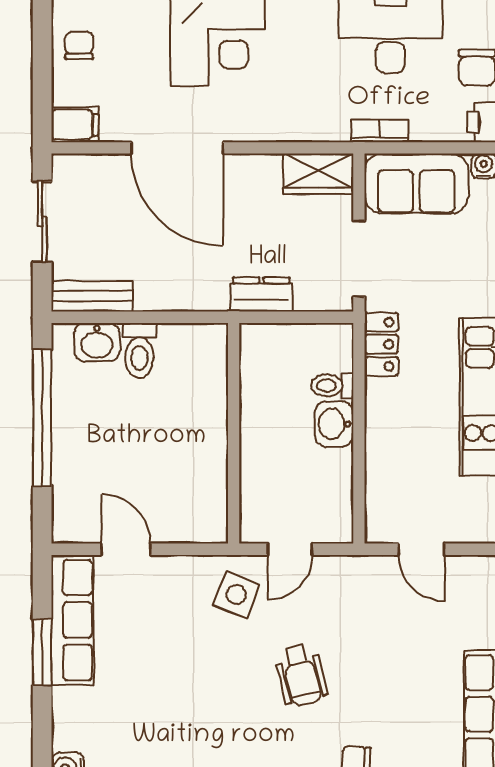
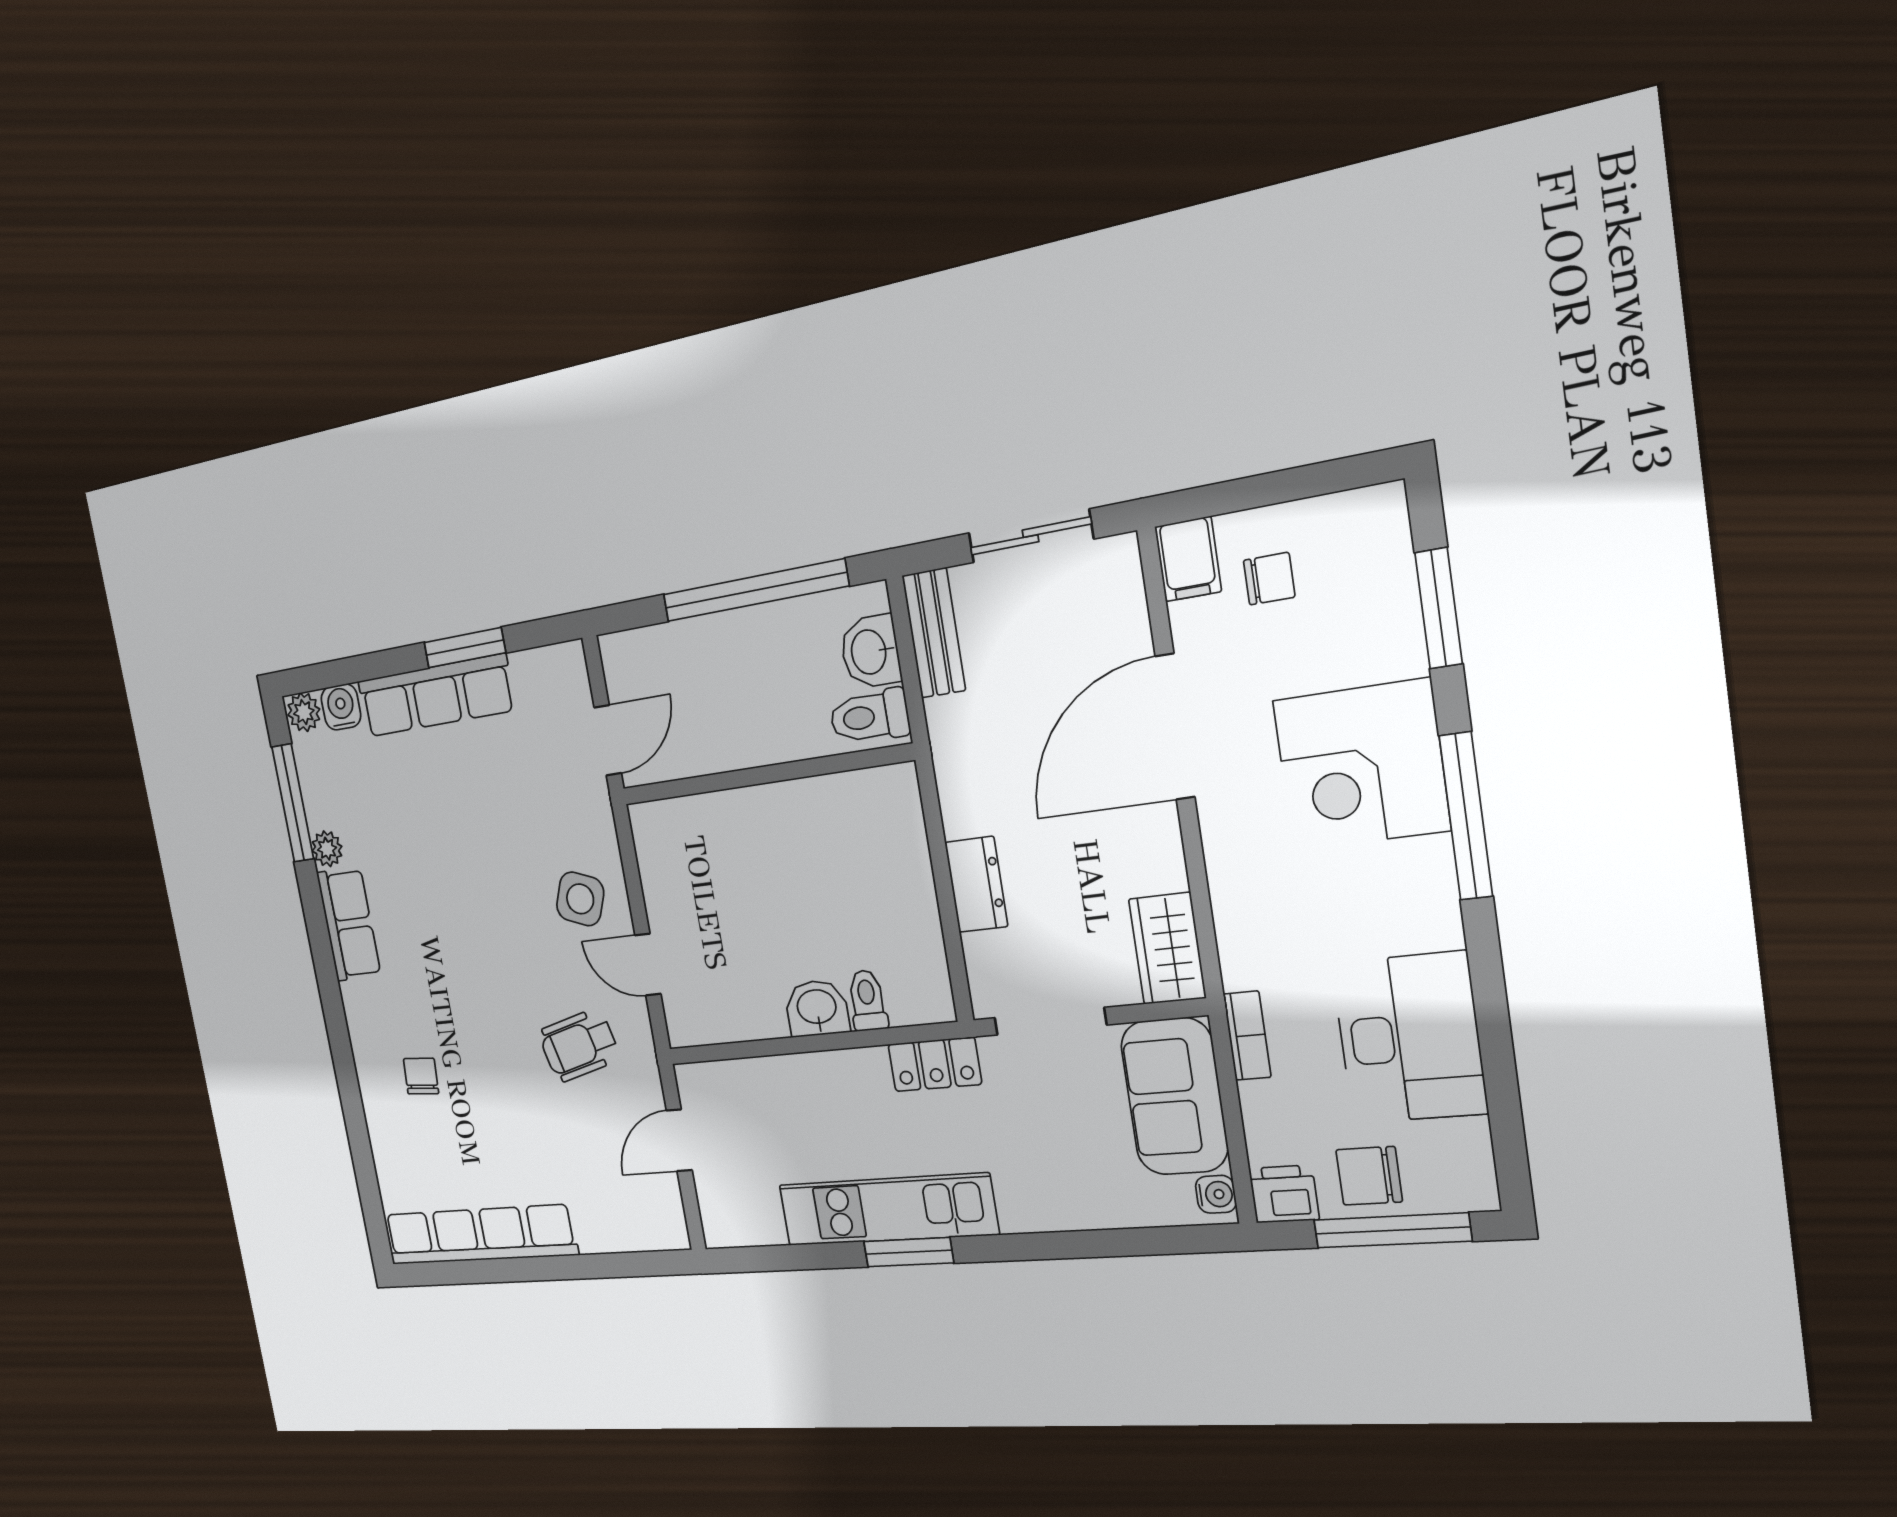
chair: (79, 45) -> (1269, 579), moved
wall: (234, 433) -> (765, 775), moved
row of seats: (72, 620) -> (436, 696), moved
wheelchair: (301, 675) -> (579, 1045), moved

